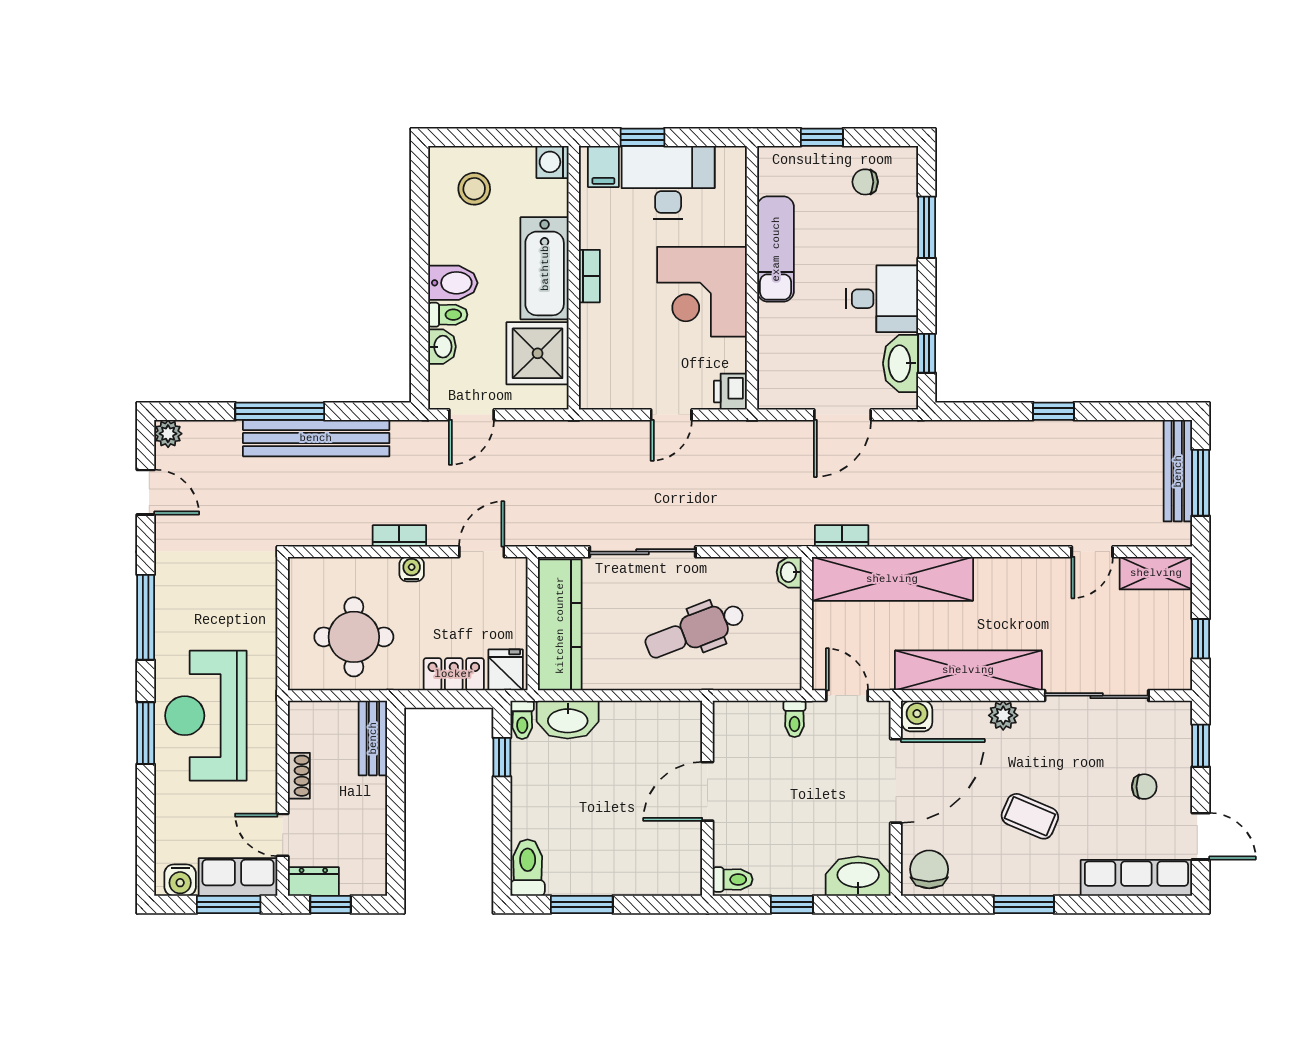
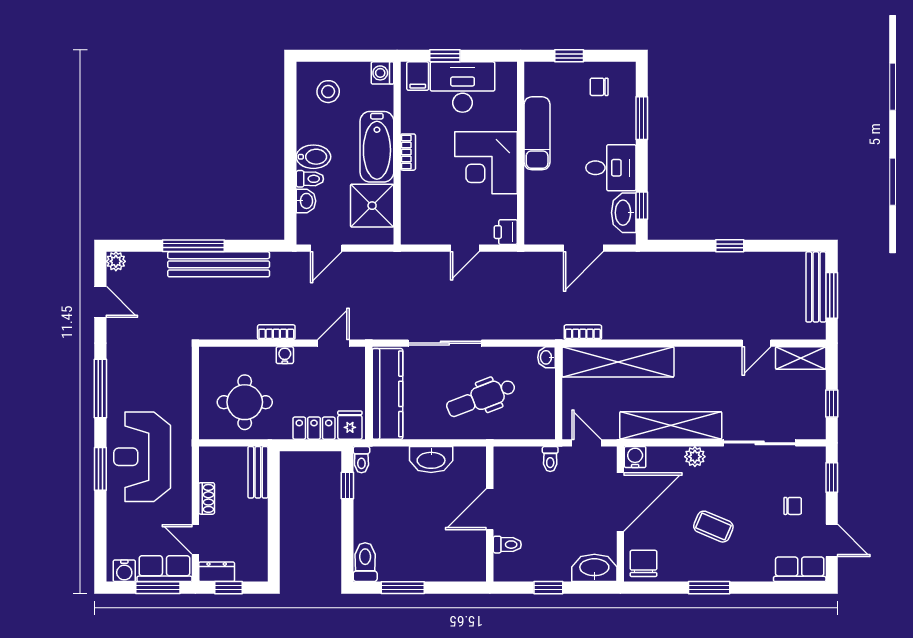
washbasin: (568, 720) -> (431, 460), moved
row of seats: (1136, 878) -> (800, 569), width x0.68
toilet: (733, 879) -> (507, 545), moved

